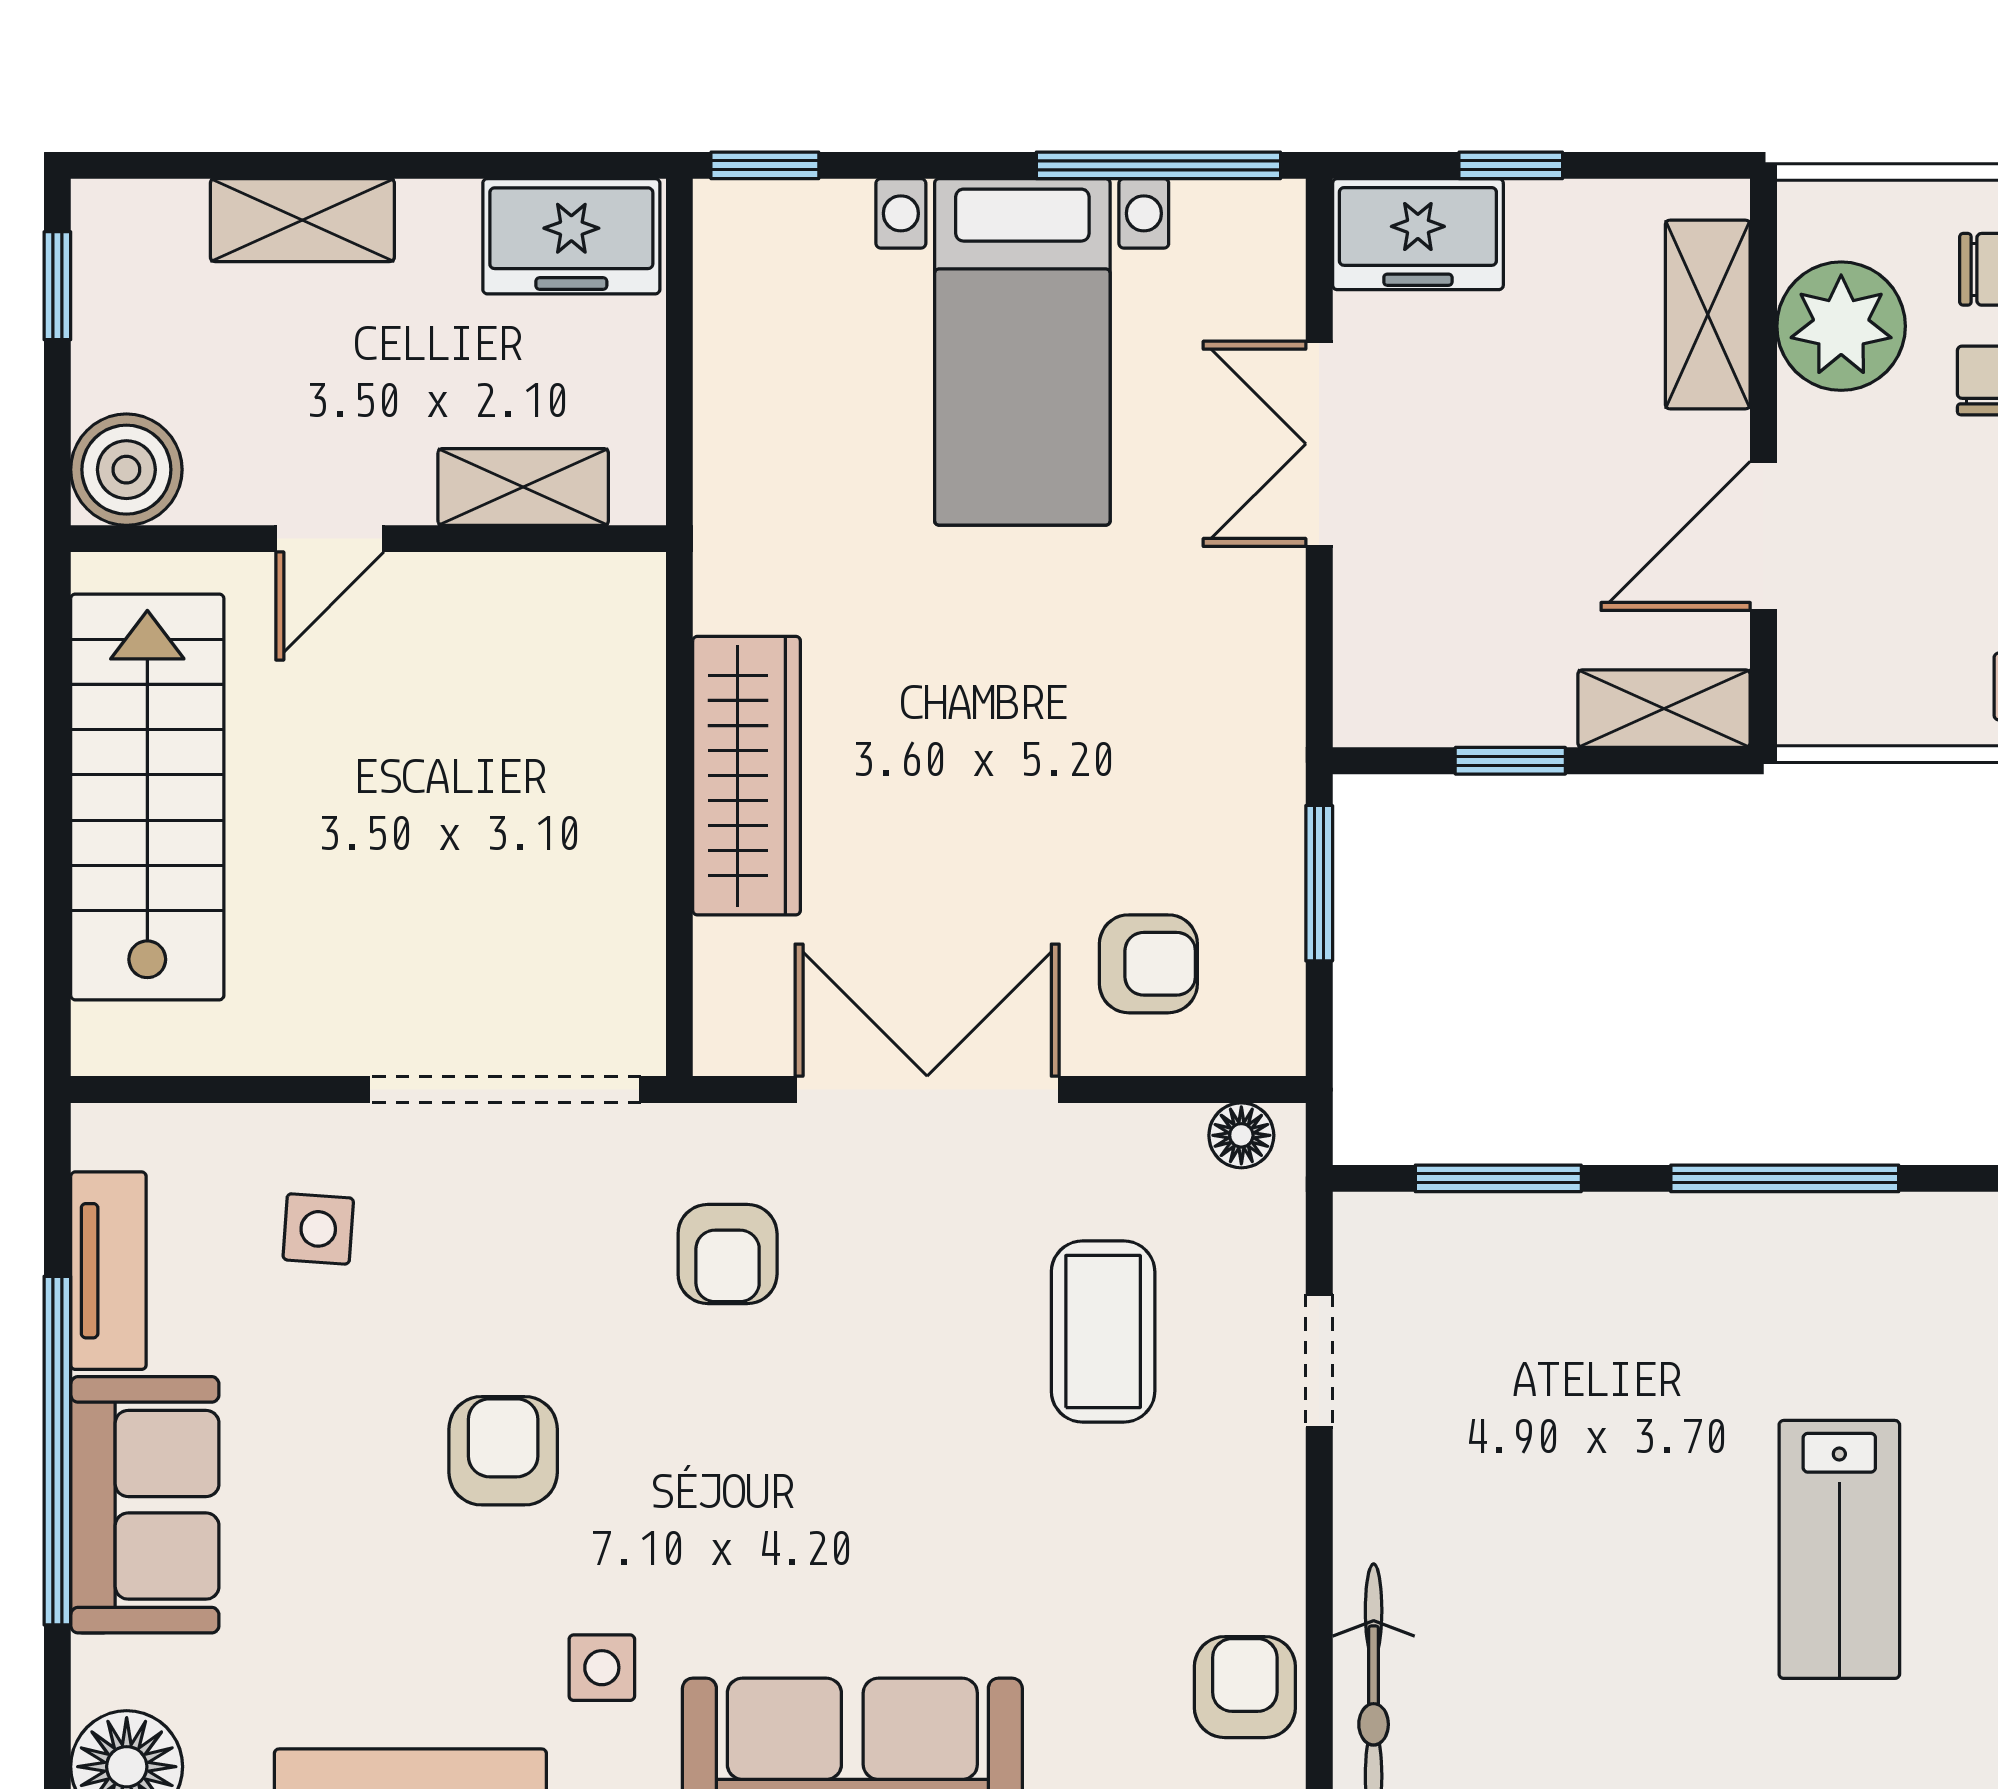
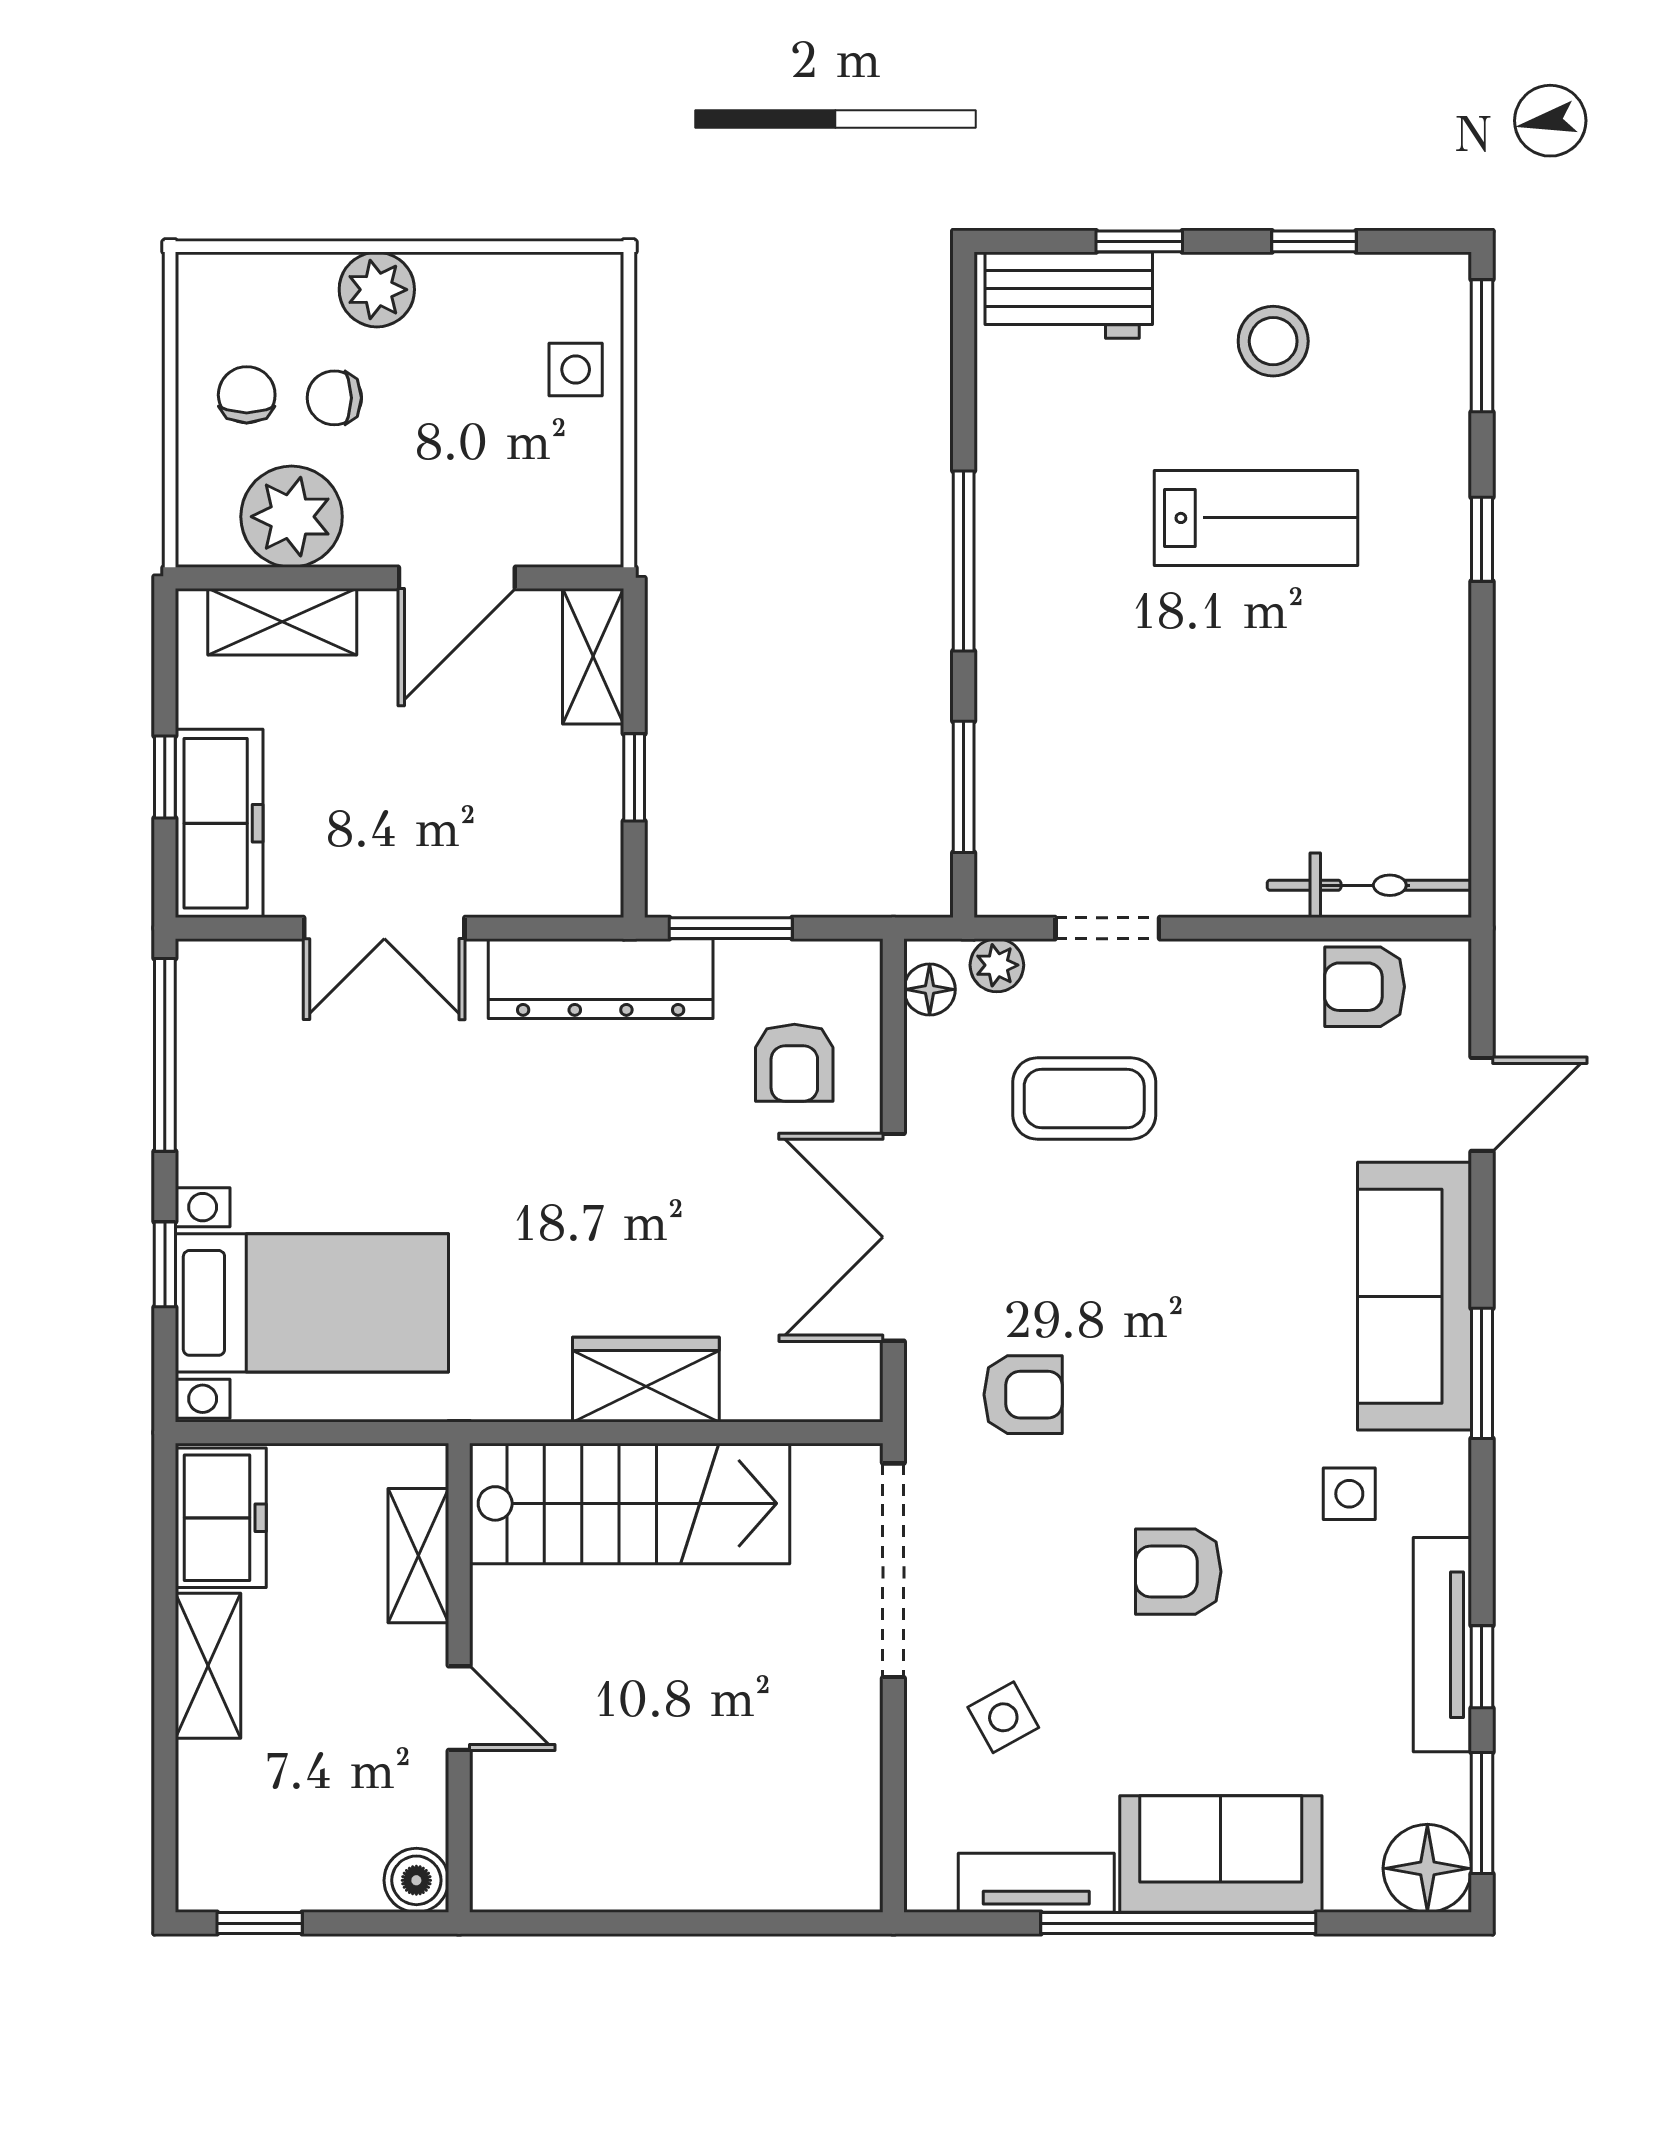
window: (765, 165) -> (165, 1264), moved
shelving: (302, 220) -> (208, 1666), moved
freezer: (1418, 234) -> (219, 823), width x1.40
bed with nightstands: (1022, 352) -> (312, 1303), moved
boiler: (126, 470) -> (416, 1880), width x0.73, depth x0.73
door: (1764, 536) -> (457, 578), hinge flipped
dresser: (1255, 718) -> (601, 979), added
wardrobe: (747, 776) -> (646, 1380), width x0.67
stairs: (147, 797) -> (630, 1503), moved, turned 180
armchair: (1148, 964) -> (794, 1063), turned 180
plant: (1272, 1221) -> (997, 965), added
side table: (318, 1229) -> (1003, 1717), turned -33

